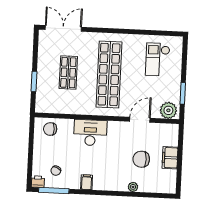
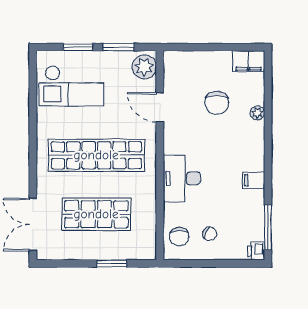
checkout: (158, 59) -> (71, 86), width x1.36, depth x1.21
window: (184, 65) -> (78, 47), added
shop shelf: (68, 73) -> (96, 214), width x1.43, depth x1.36
filing cabinet: (170, 158) -> (249, 61), moved
chair: (56, 171) -> (210, 234), moved

